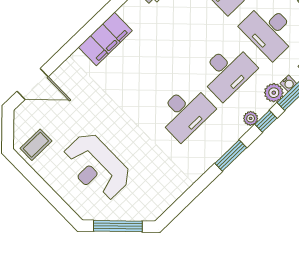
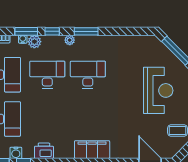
plant: (251, 118) -> (70, 40), moved

